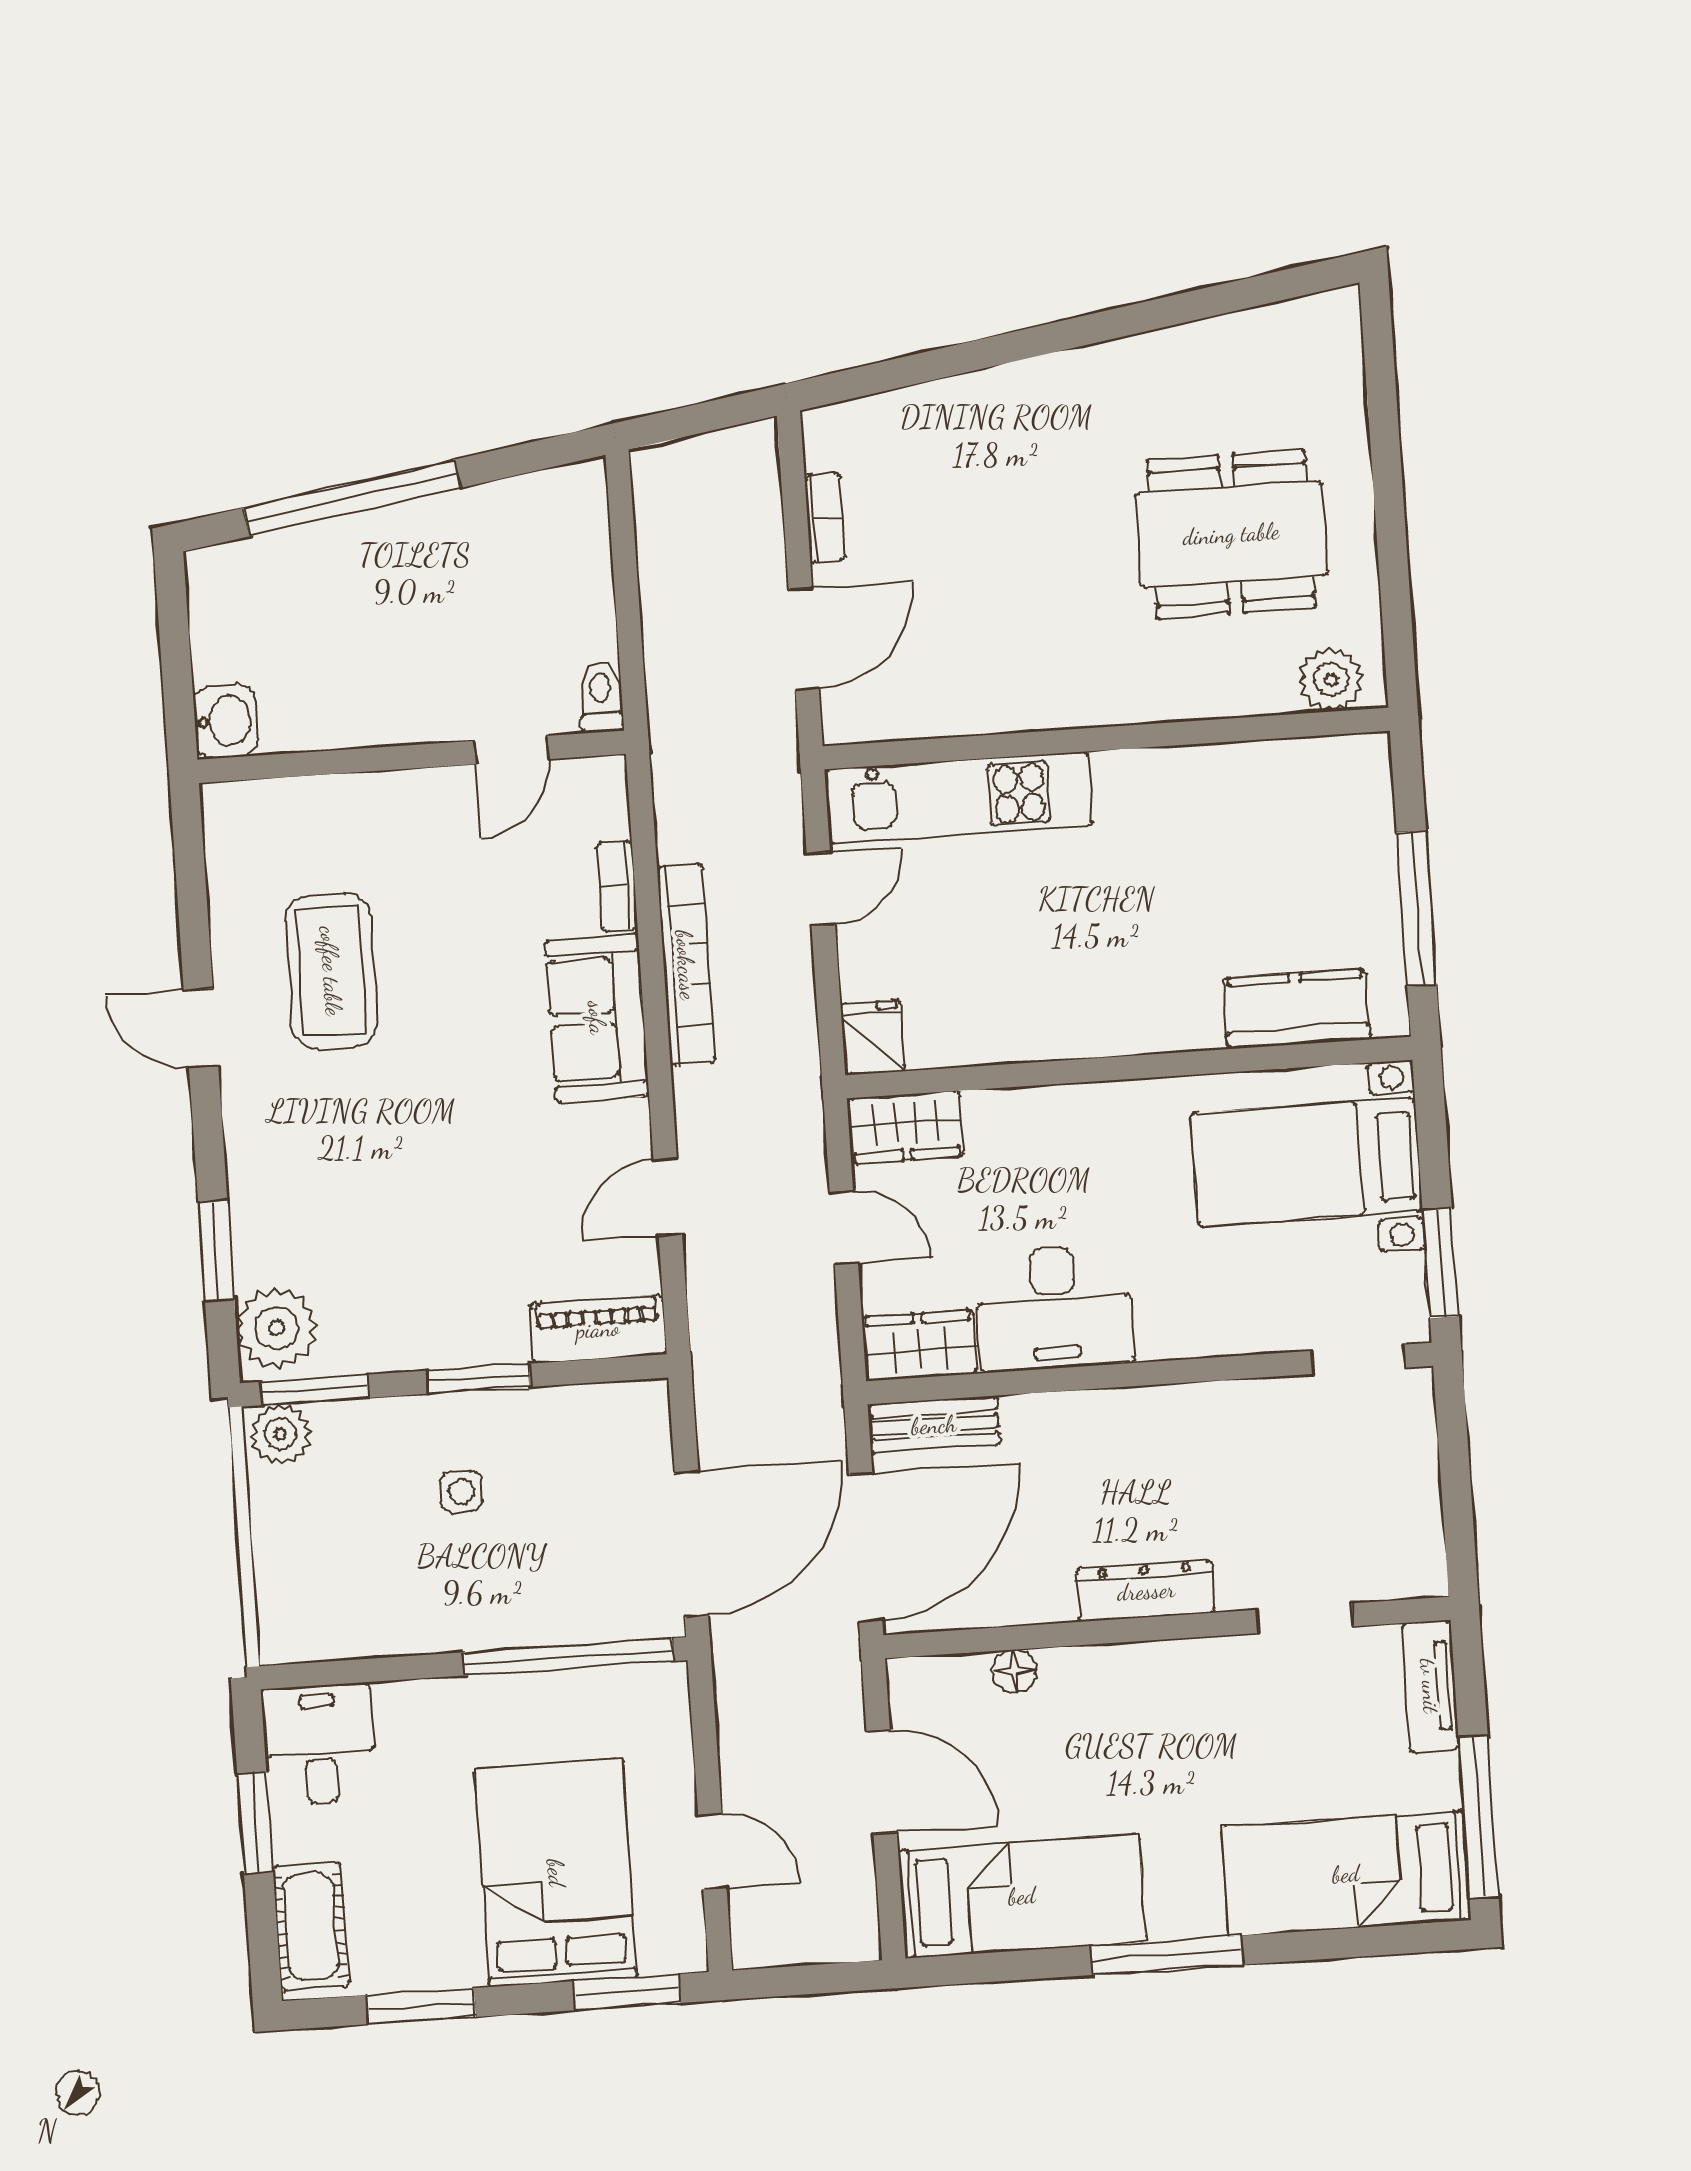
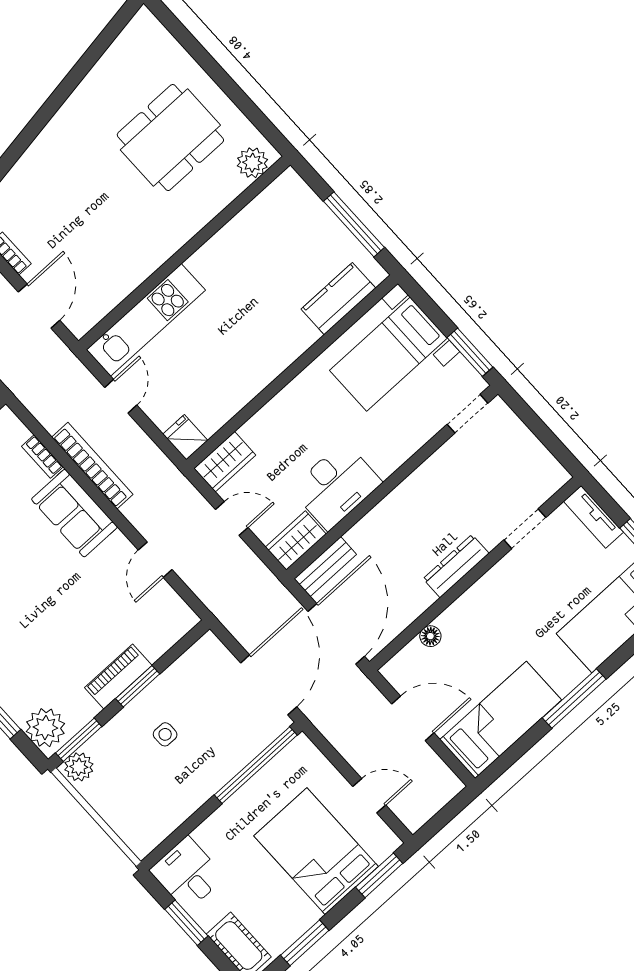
piano: (598, 1329) -> (118, 677), moved

